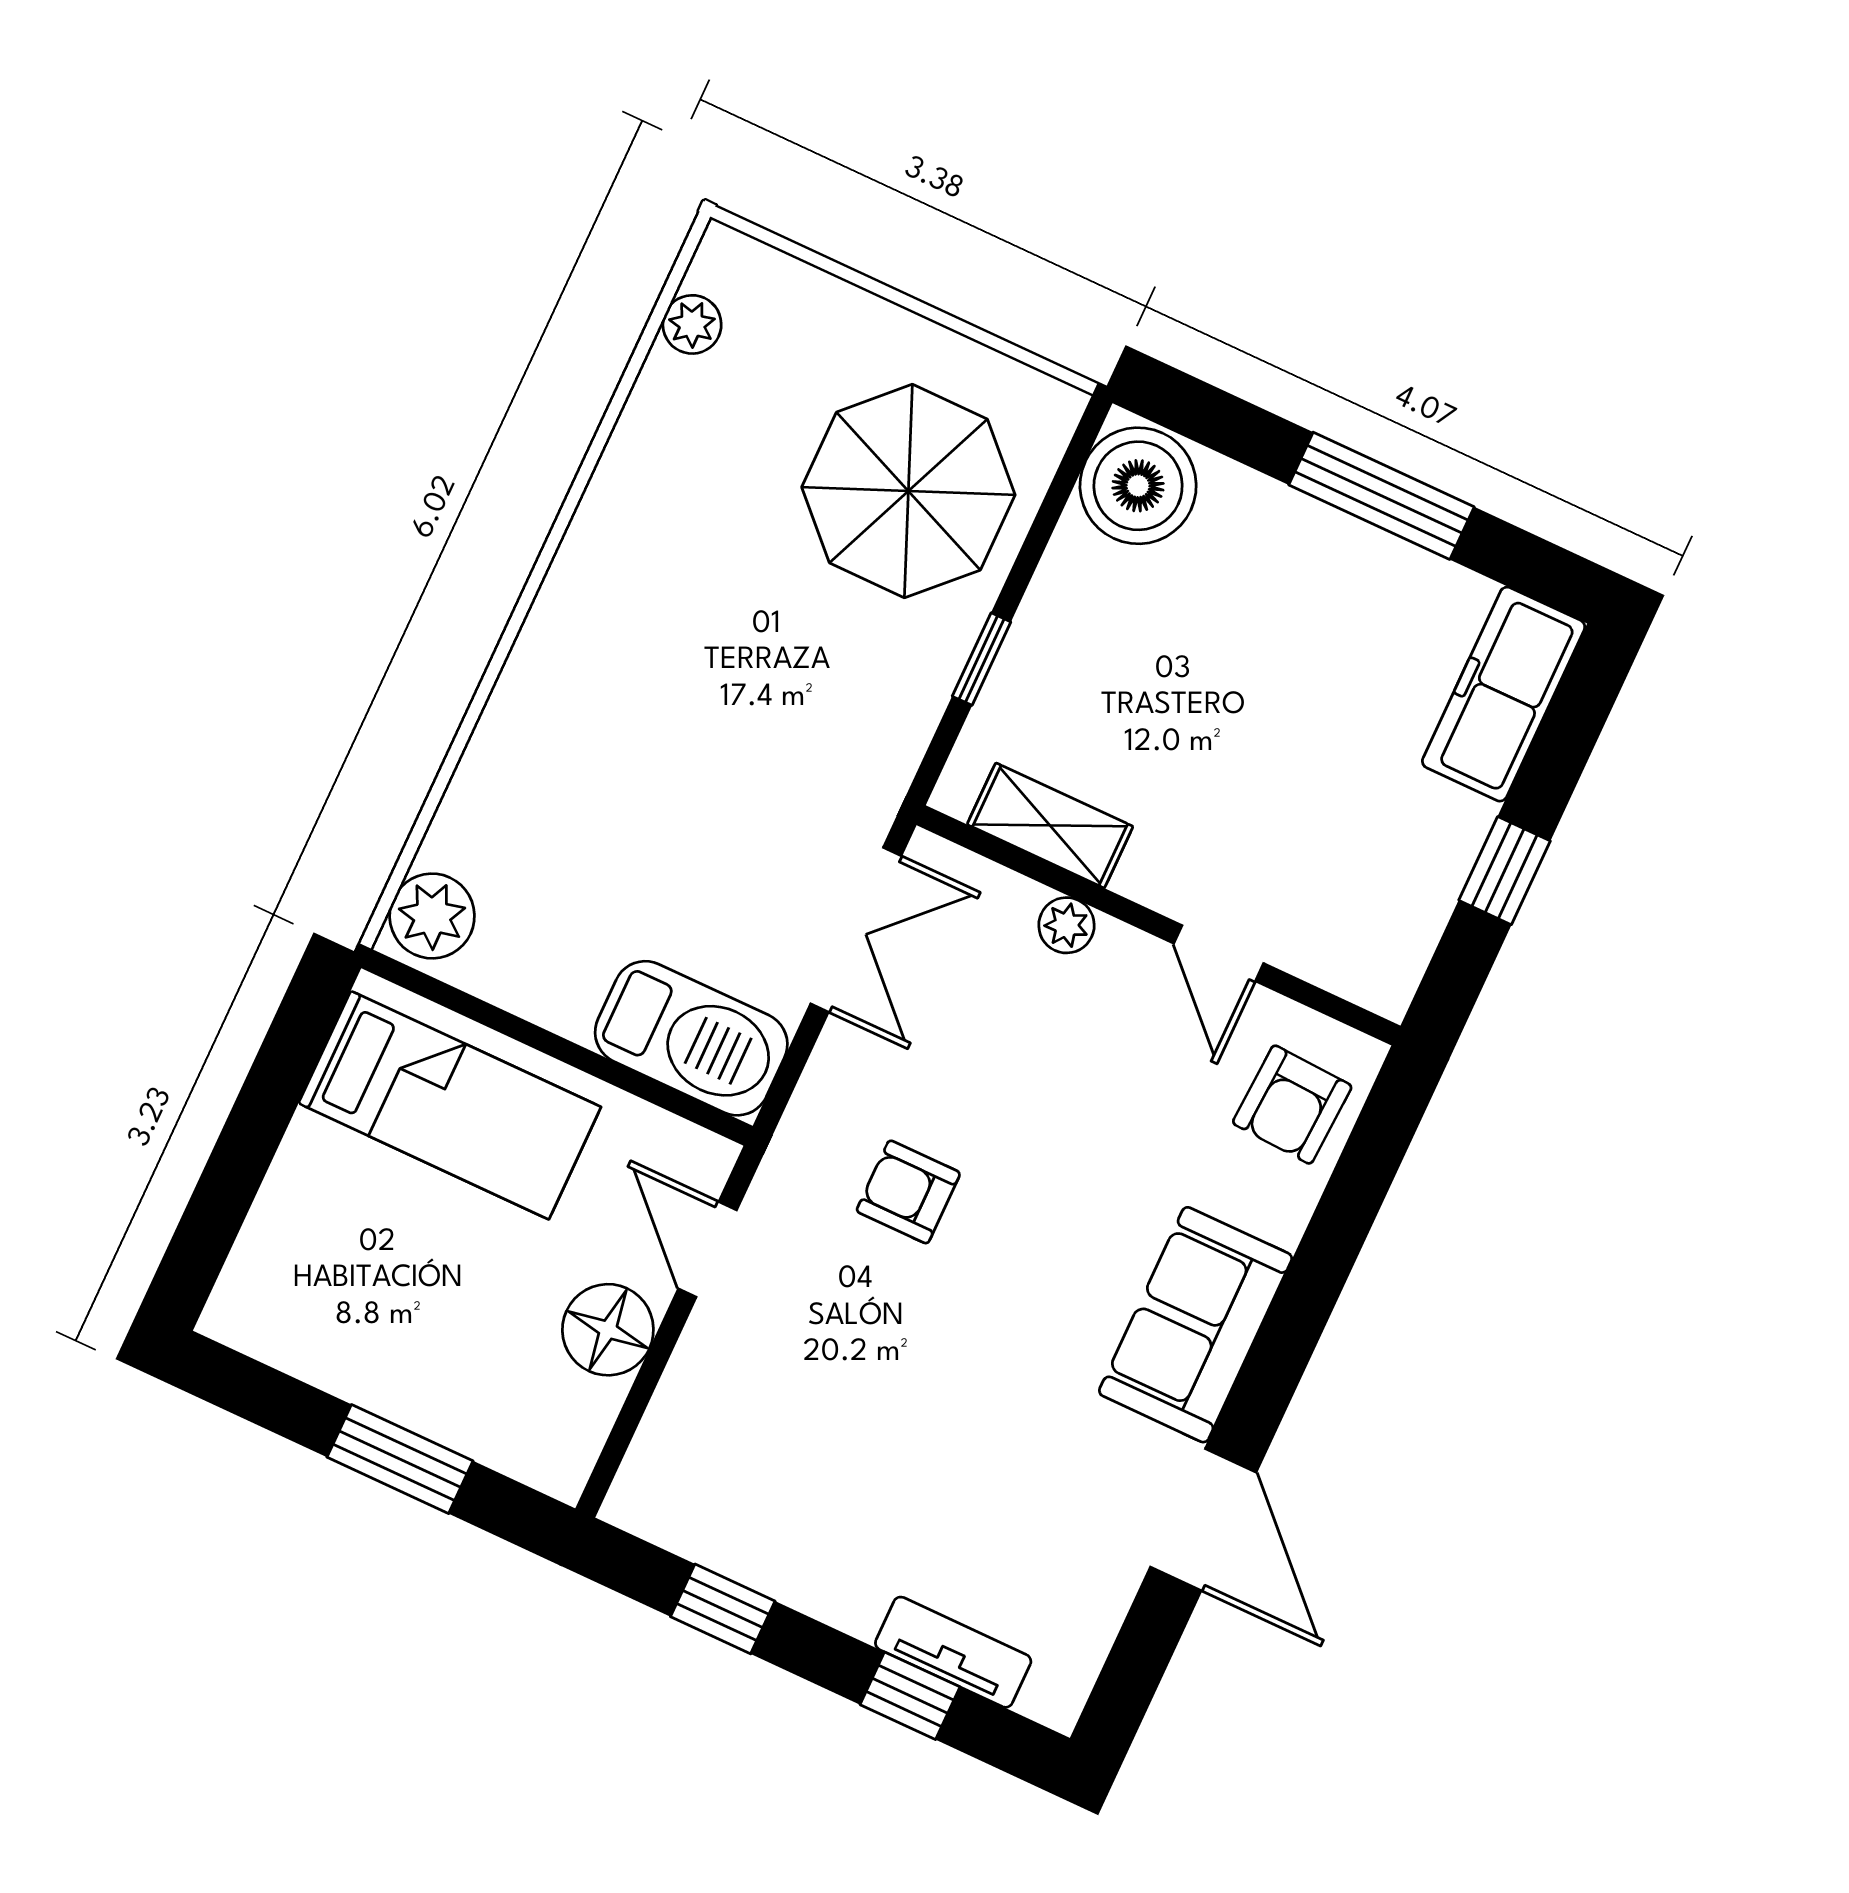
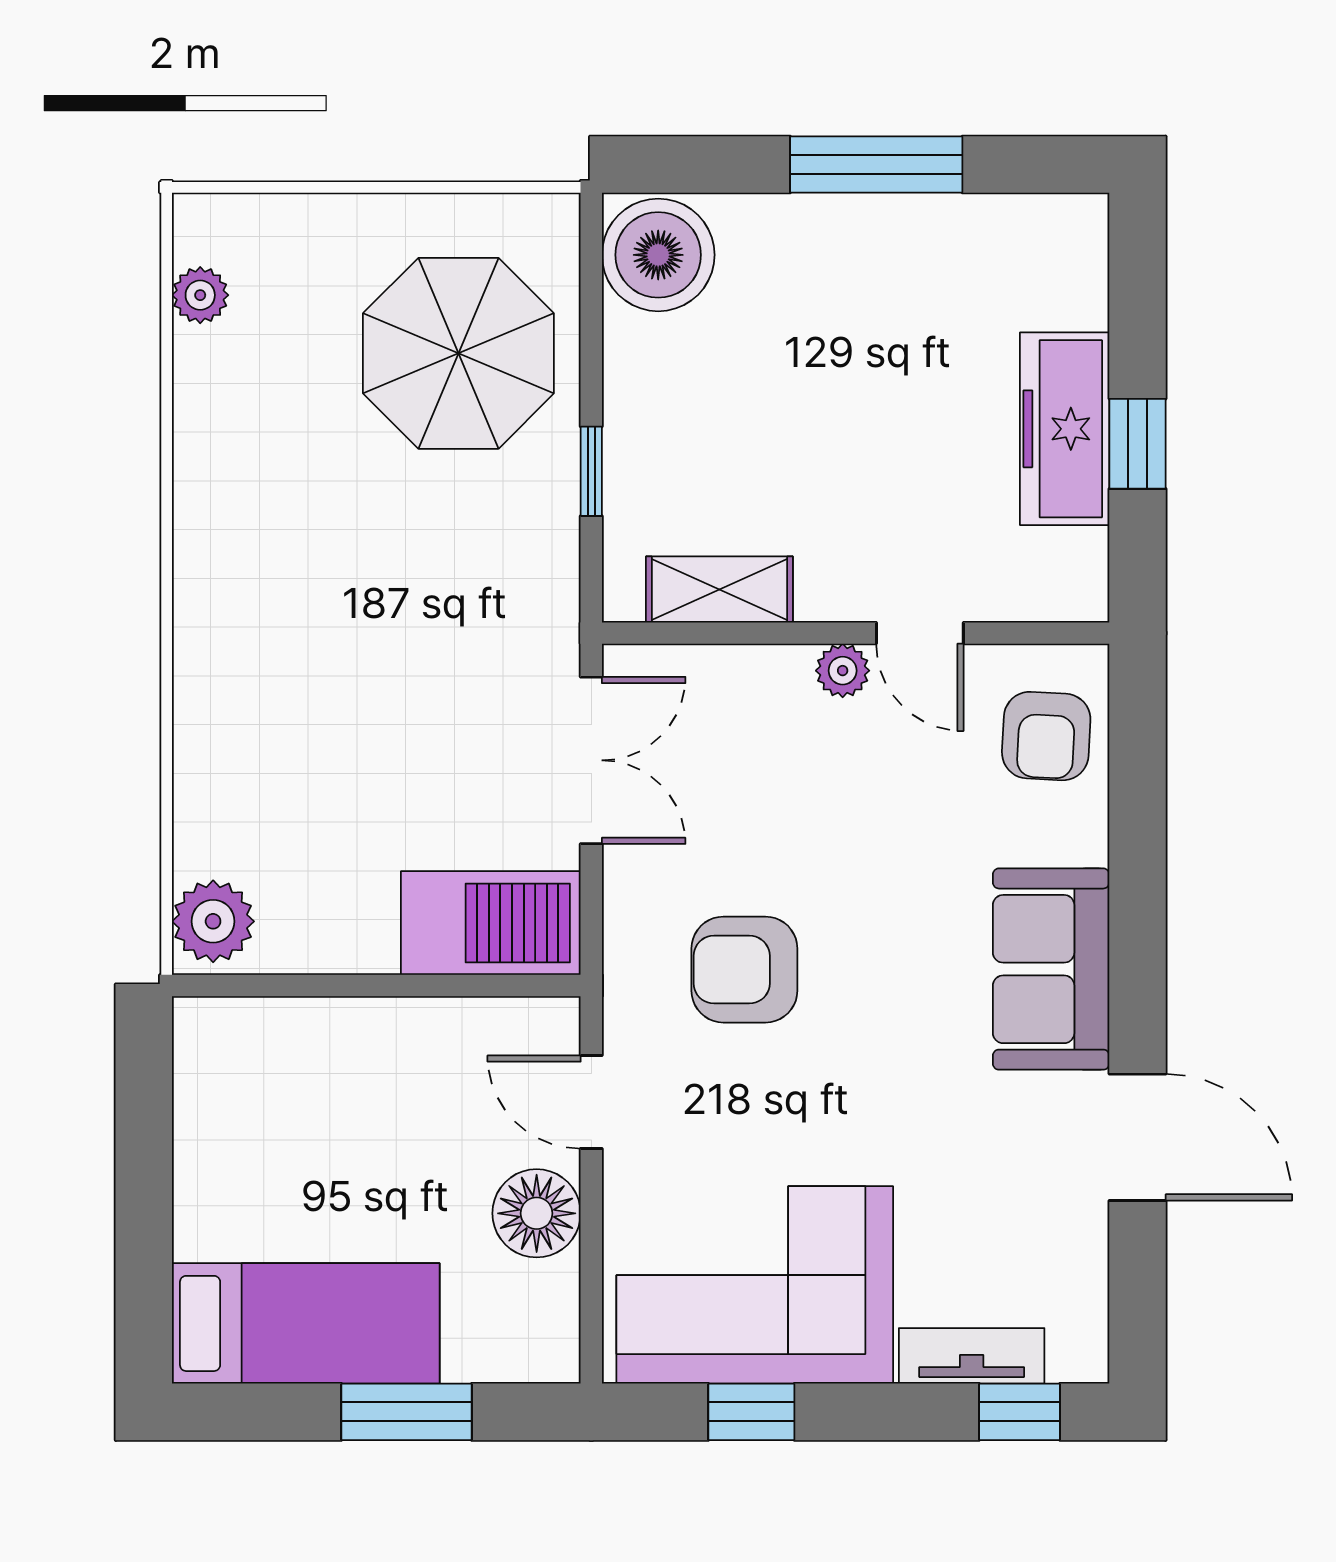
freezer: (1504, 694) -> (1065, 429), moved
plant: (1066, 925) -> (843, 671), moved
bed: (450, 1105) -> (306, 1323), moved
armchair: (908, 1192) -> (744, 970), width x1.38, depth x1.38
corner sofa: (781, 1492) -> (755, 1285), added
window: (910, 1696) -> (1019, 1412), moved

